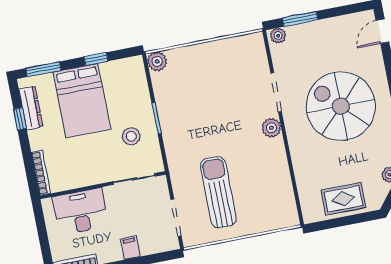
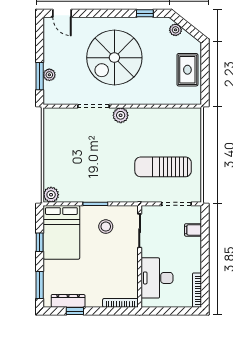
plant: (278, 36) -> (49, 75), moved
bed: (82, 101) -> (61, 232), moved, turned 90
filing cabinet: (130, 248) -> (193, 230), moved

